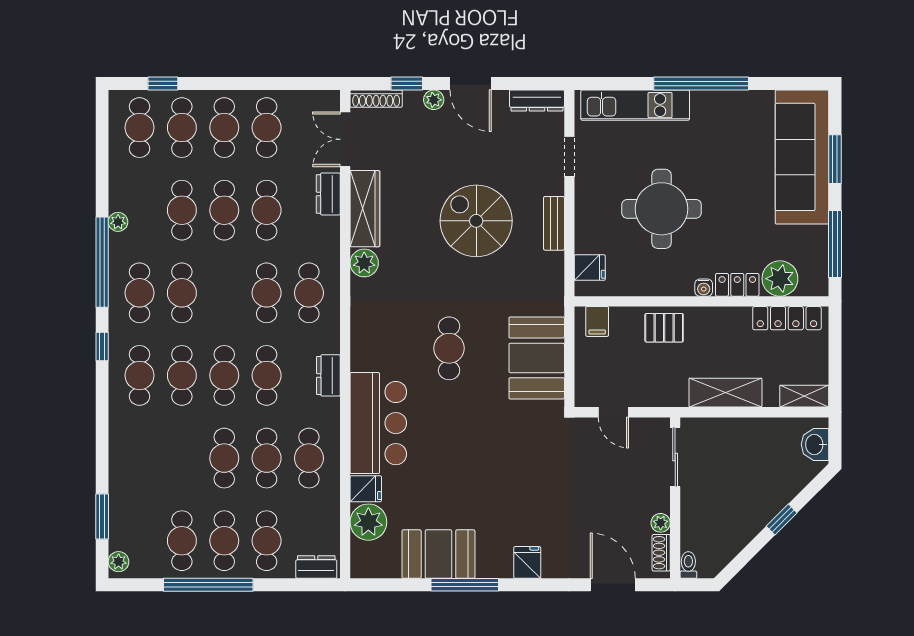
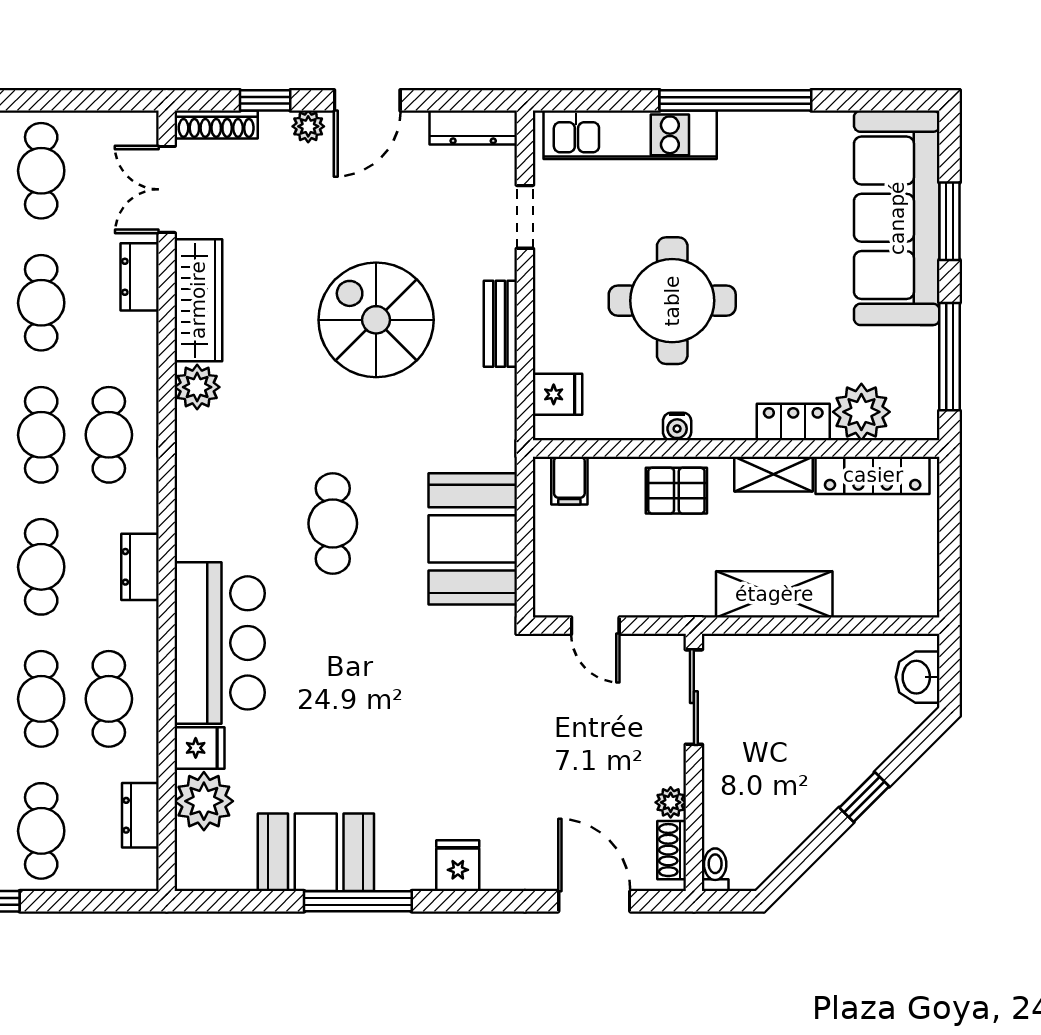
door: (471, 84) -> (367, 100), hinge flipped
water cooler: (704, 288) -> (677, 427), moved
shelving: (804, 396) -> (773, 474), moved
dresser: (316, 567) -> (140, 815), moved, turned -90

